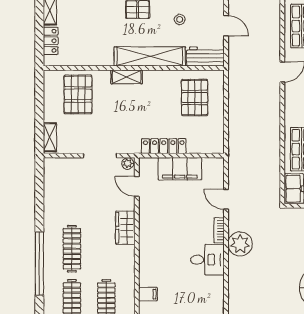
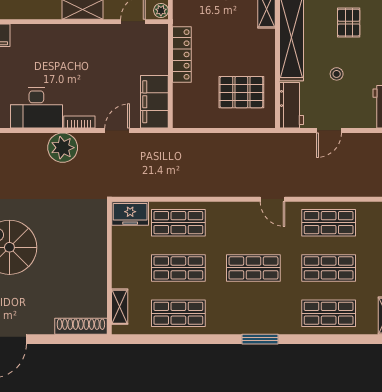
filing cabinet: (180, 169) -> (154, 102), moved
desk: (207, 260) -> (36, 108), width x1.37

